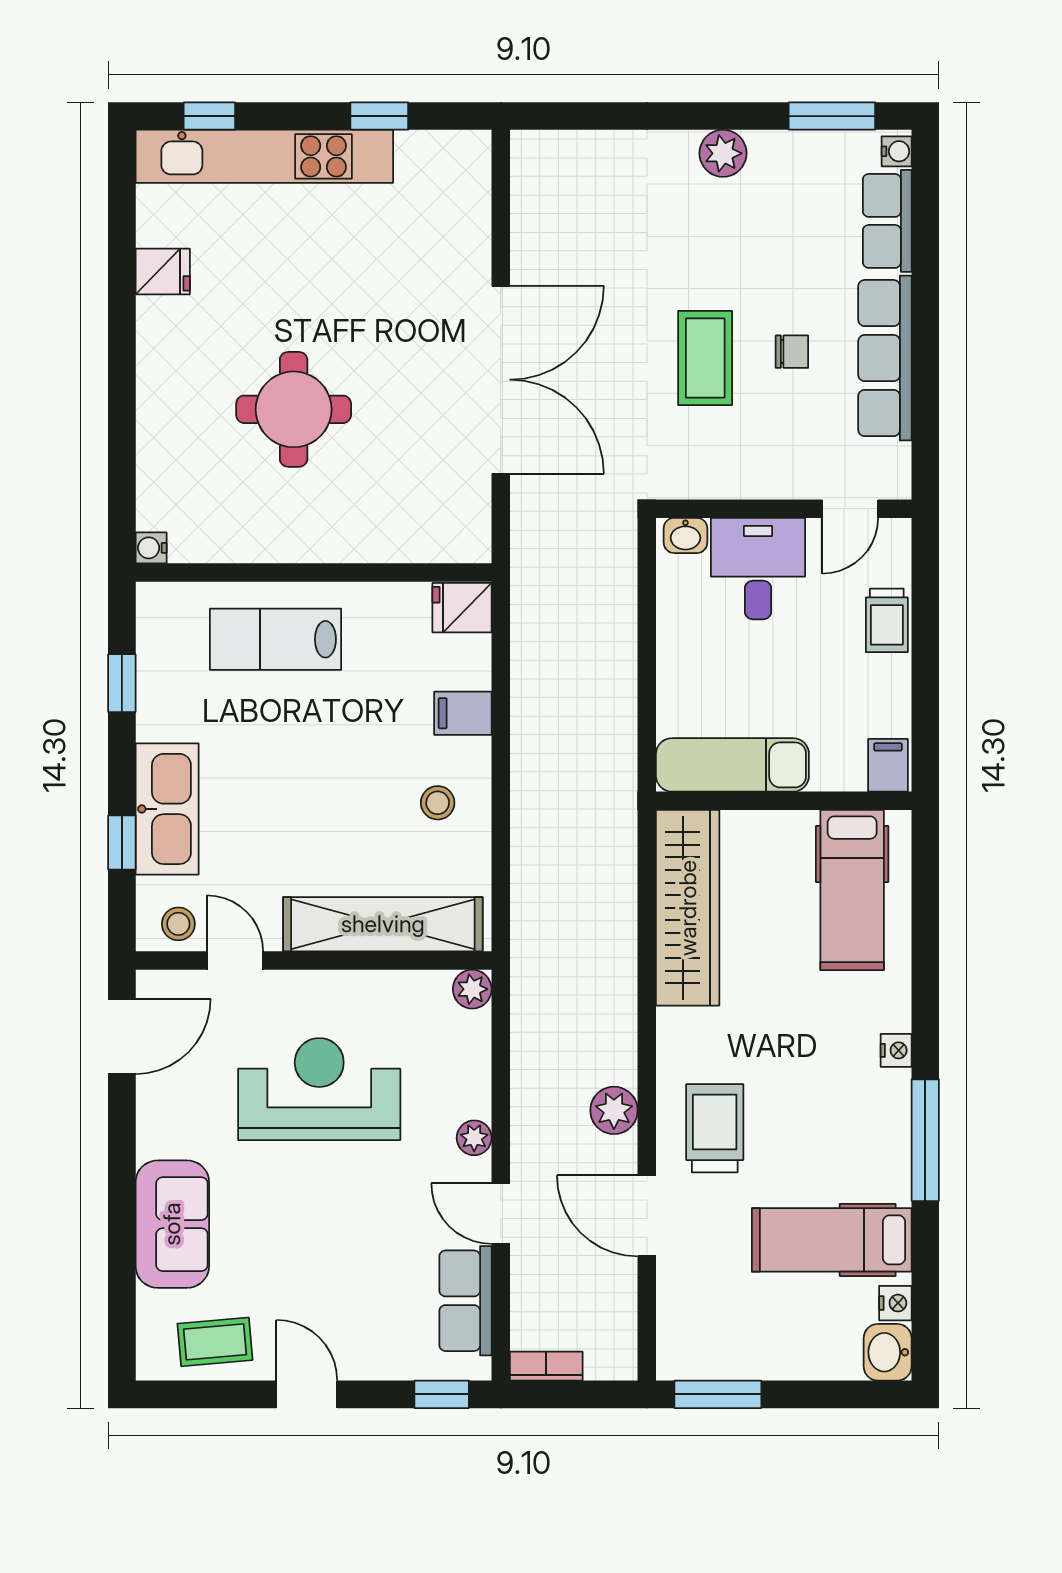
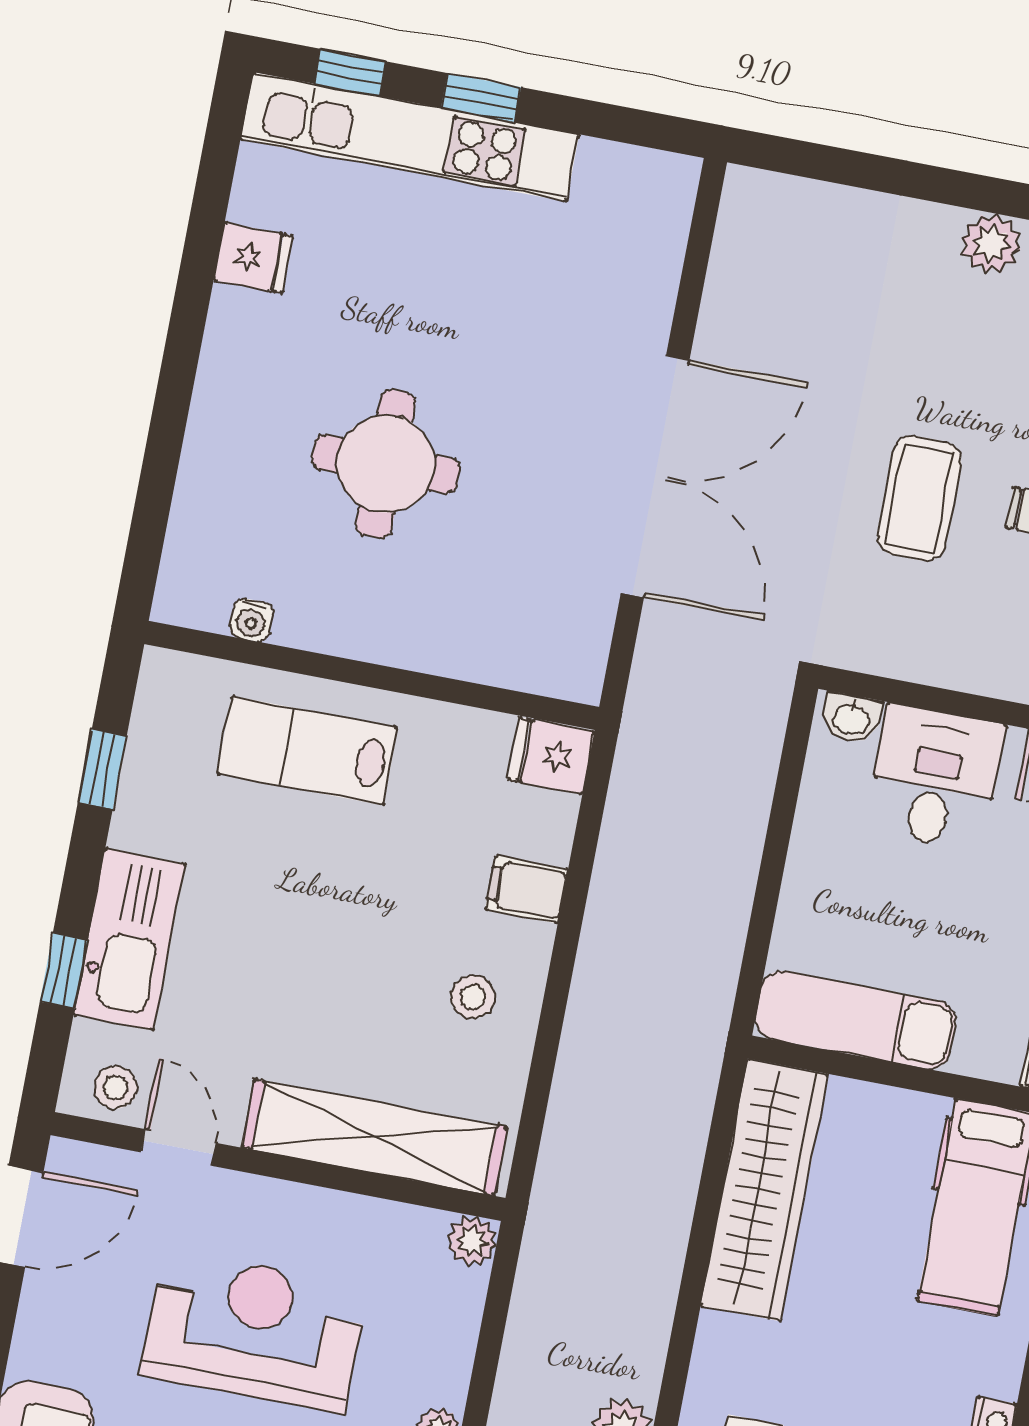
window: (379, 116) -> (481, 97), moved
water cooler: (151, 548) -> (251, 620), moved, turned -90

